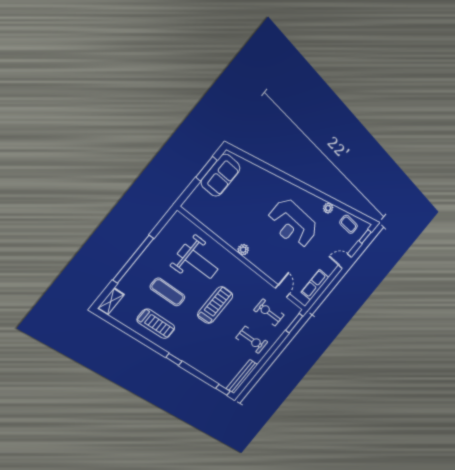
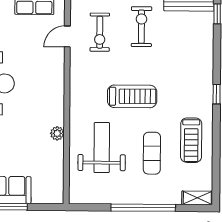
plant: (243, 250) -> (57, 133), moved
treadmill: (215, 305) -> (132, 96), turned 180
treadmill: (156, 324) -> (191, 140), turned 180

